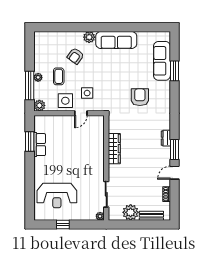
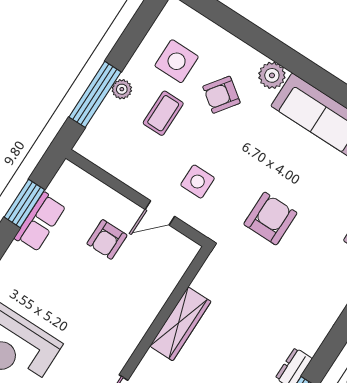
armchair: (140, 97) -> (270, 219), moved
side table: (65, 101) -> (177, 61), moved
plant: (39, 105) -> (89, 146), removed
armchair: (68, 135) -> (107, 239), added

